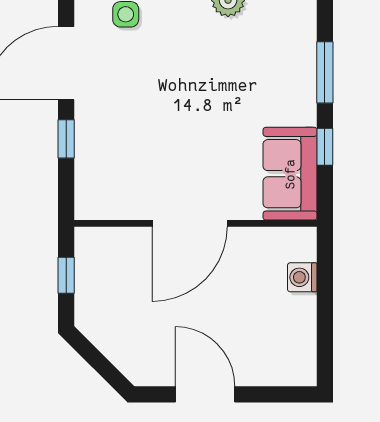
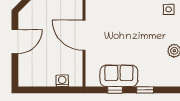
window: (325, 72) -> (145, 90), width x0.67
sofa: (290, 174) -> (119, 76), moved

